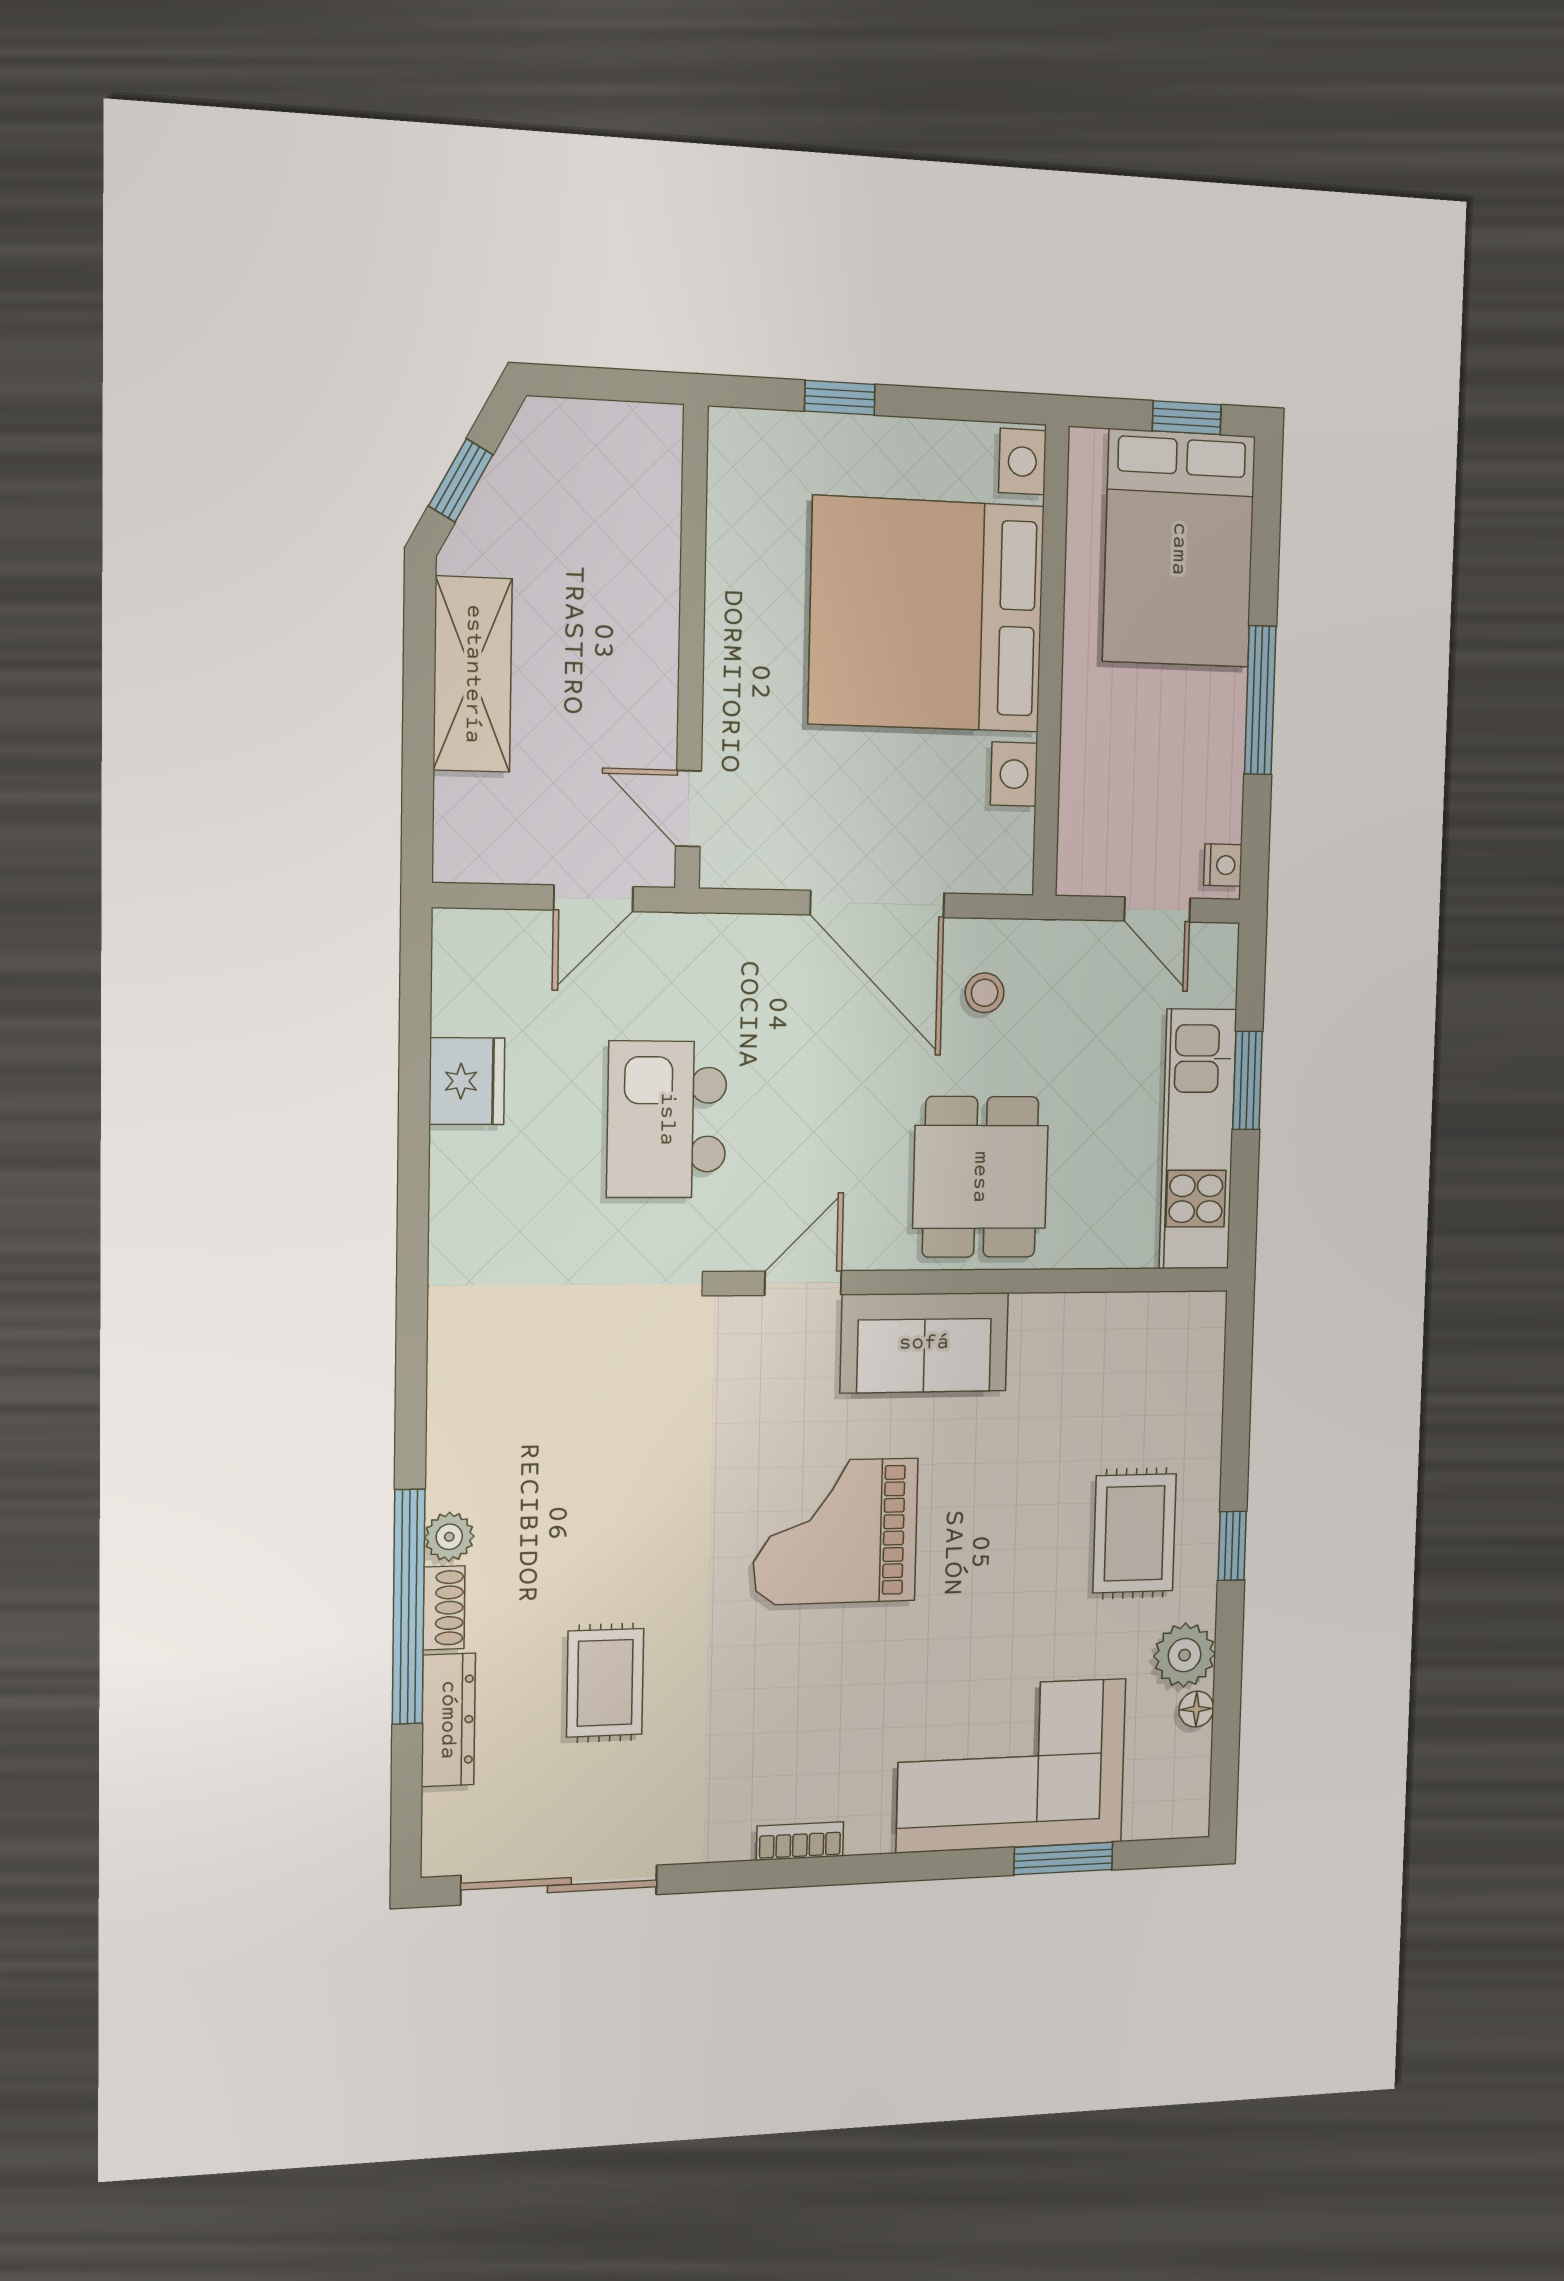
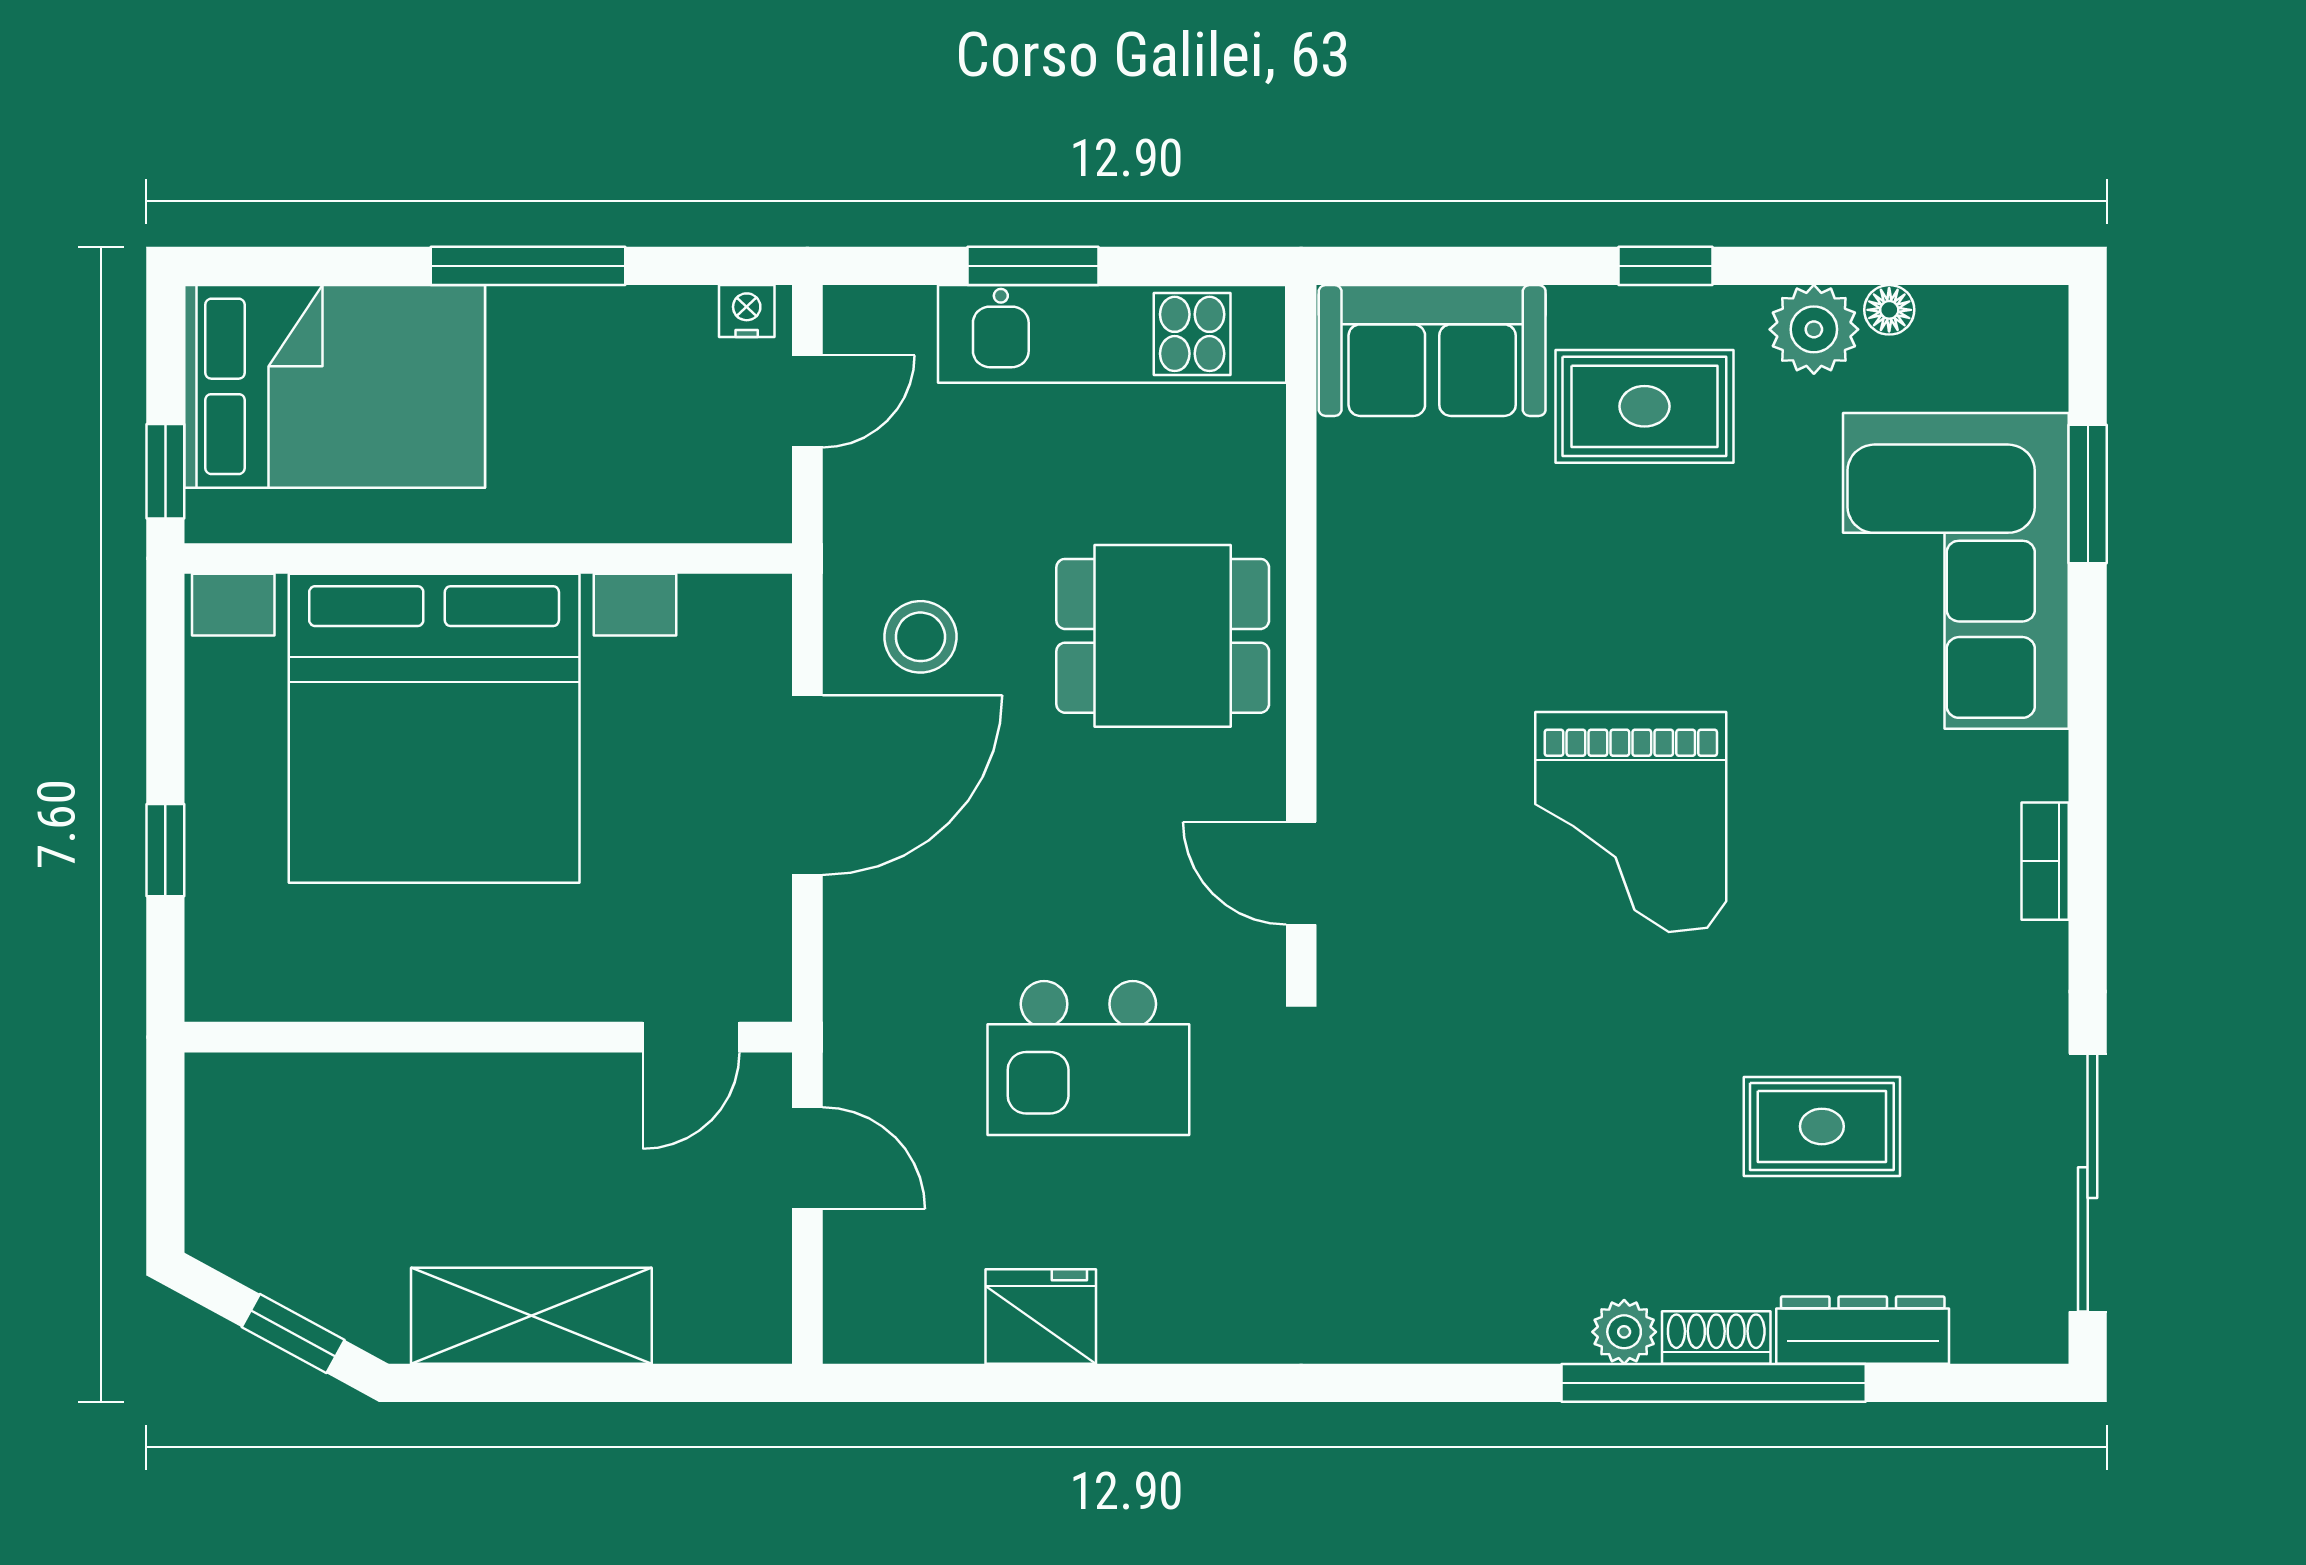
window: (1187, 418) -> (165, 471), moved
stool: (985, 993) -> (920, 637), width x1.37, depth x1.37
sofa: (924, 1343) -> (1432, 350), moved, turned 90

